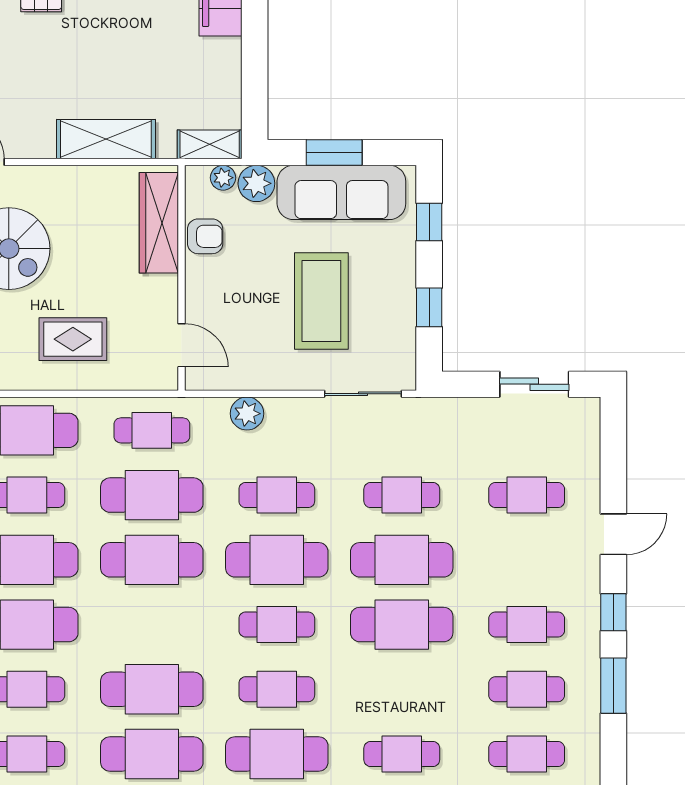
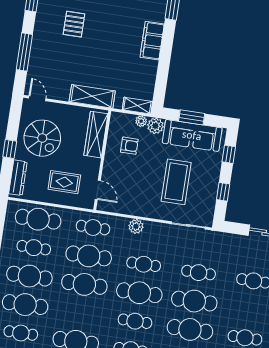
wardrobe: (159, 223) -> (96, 135), moved
wall: (182, 278) -> (102, 160), moved
door: (182, 345) -> (98, 190), moved

